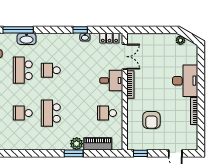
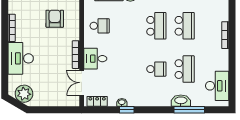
plant: (180, 40) -> (24, 94), width x1.88, depth x1.88
school desk: (23, 113) -> (185, 26), width x1.85

